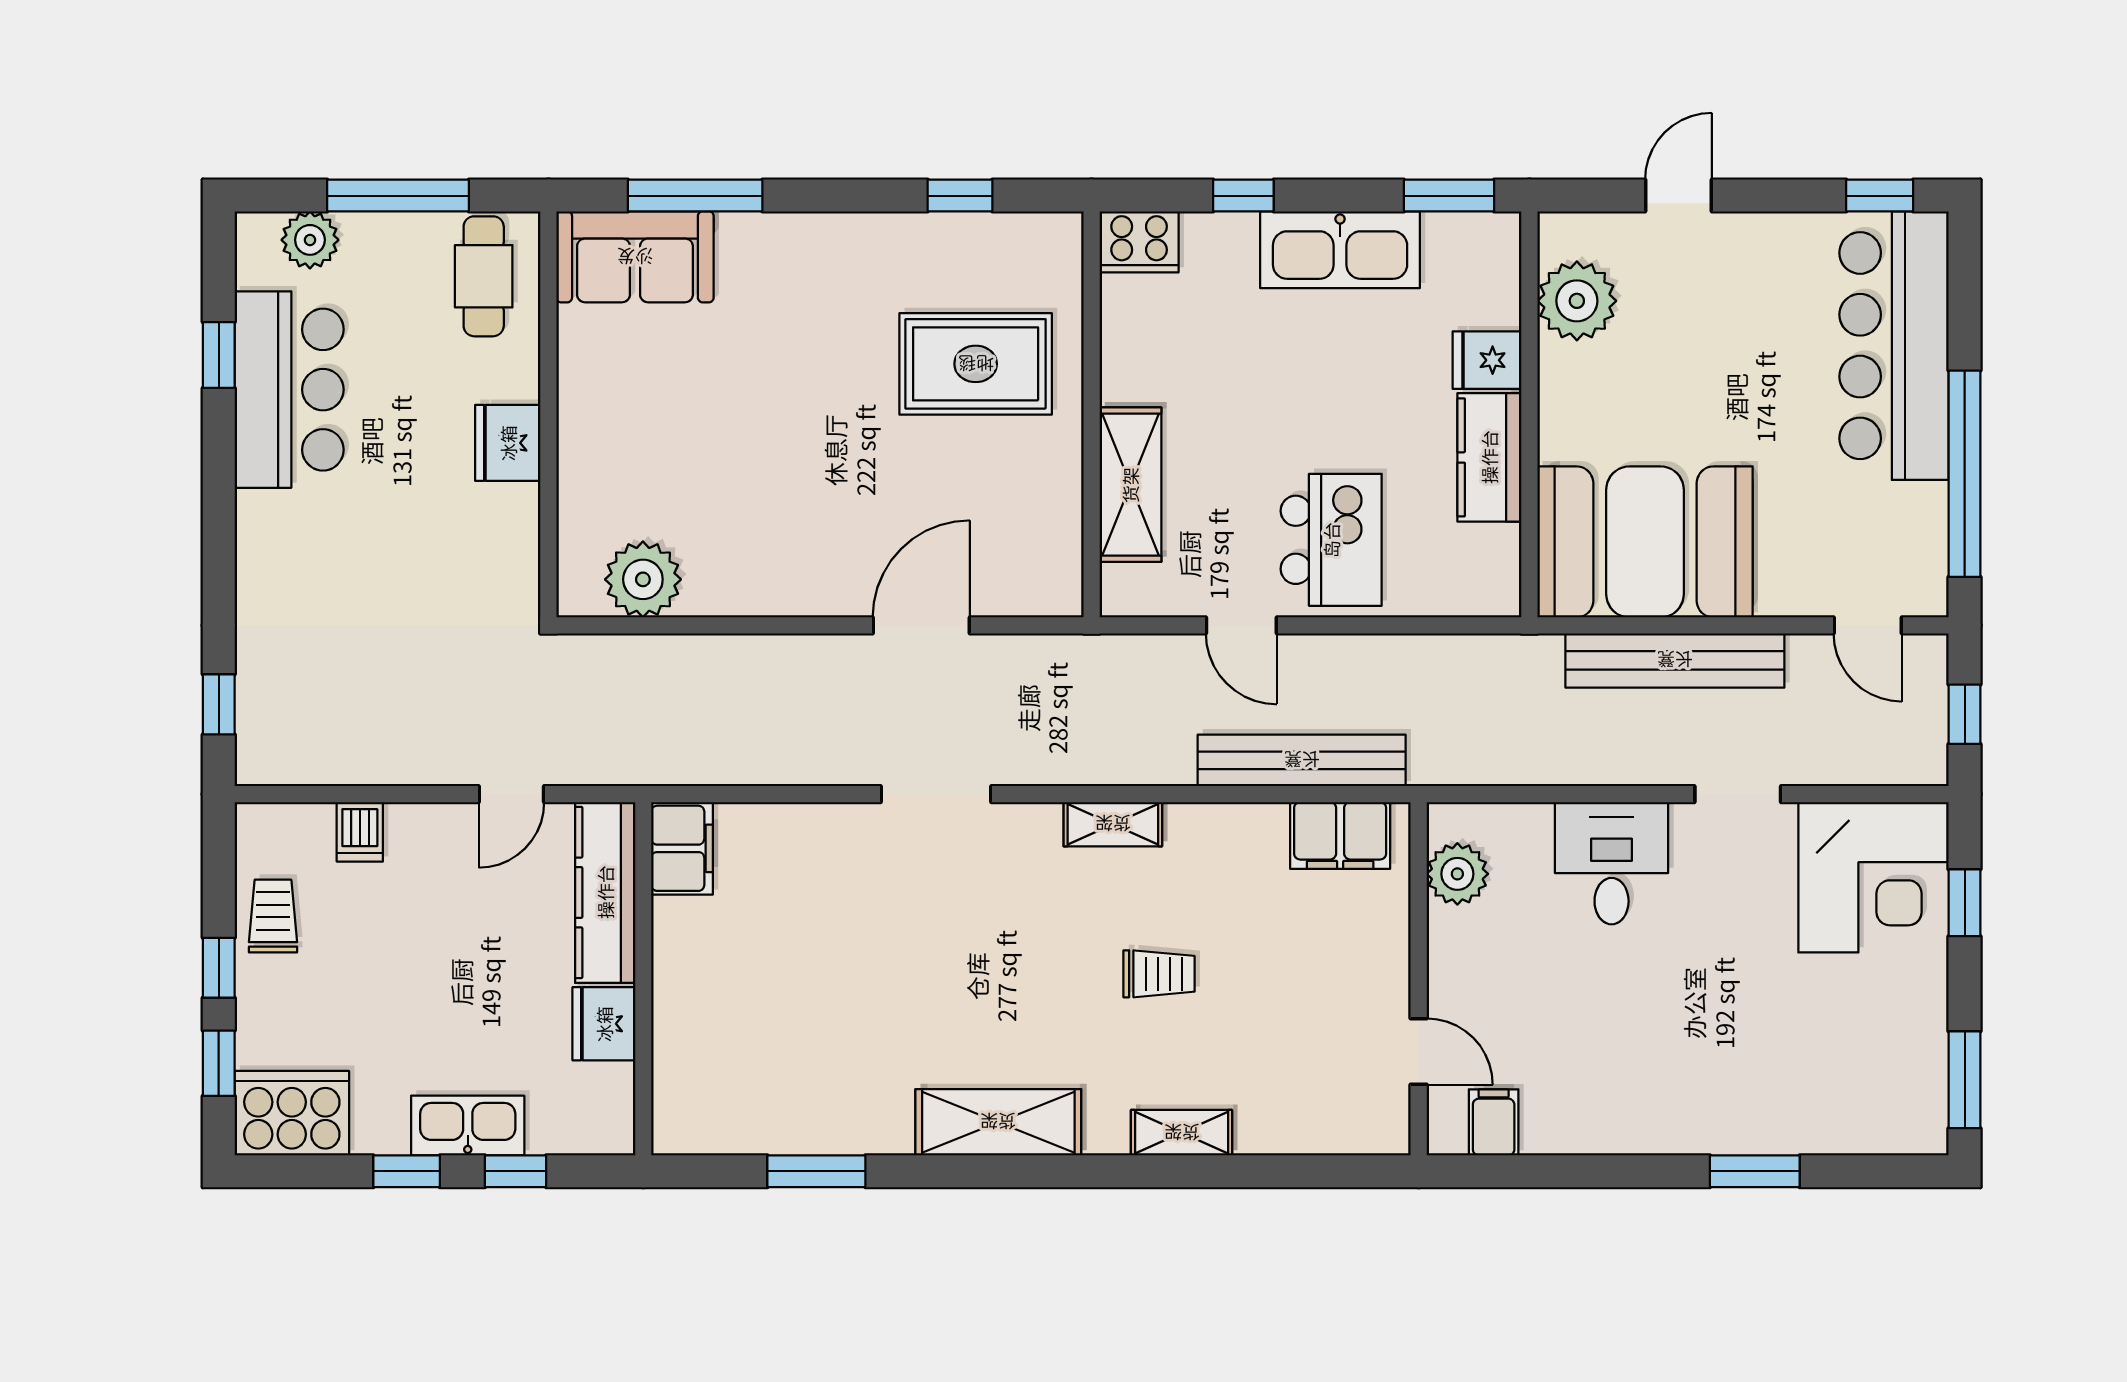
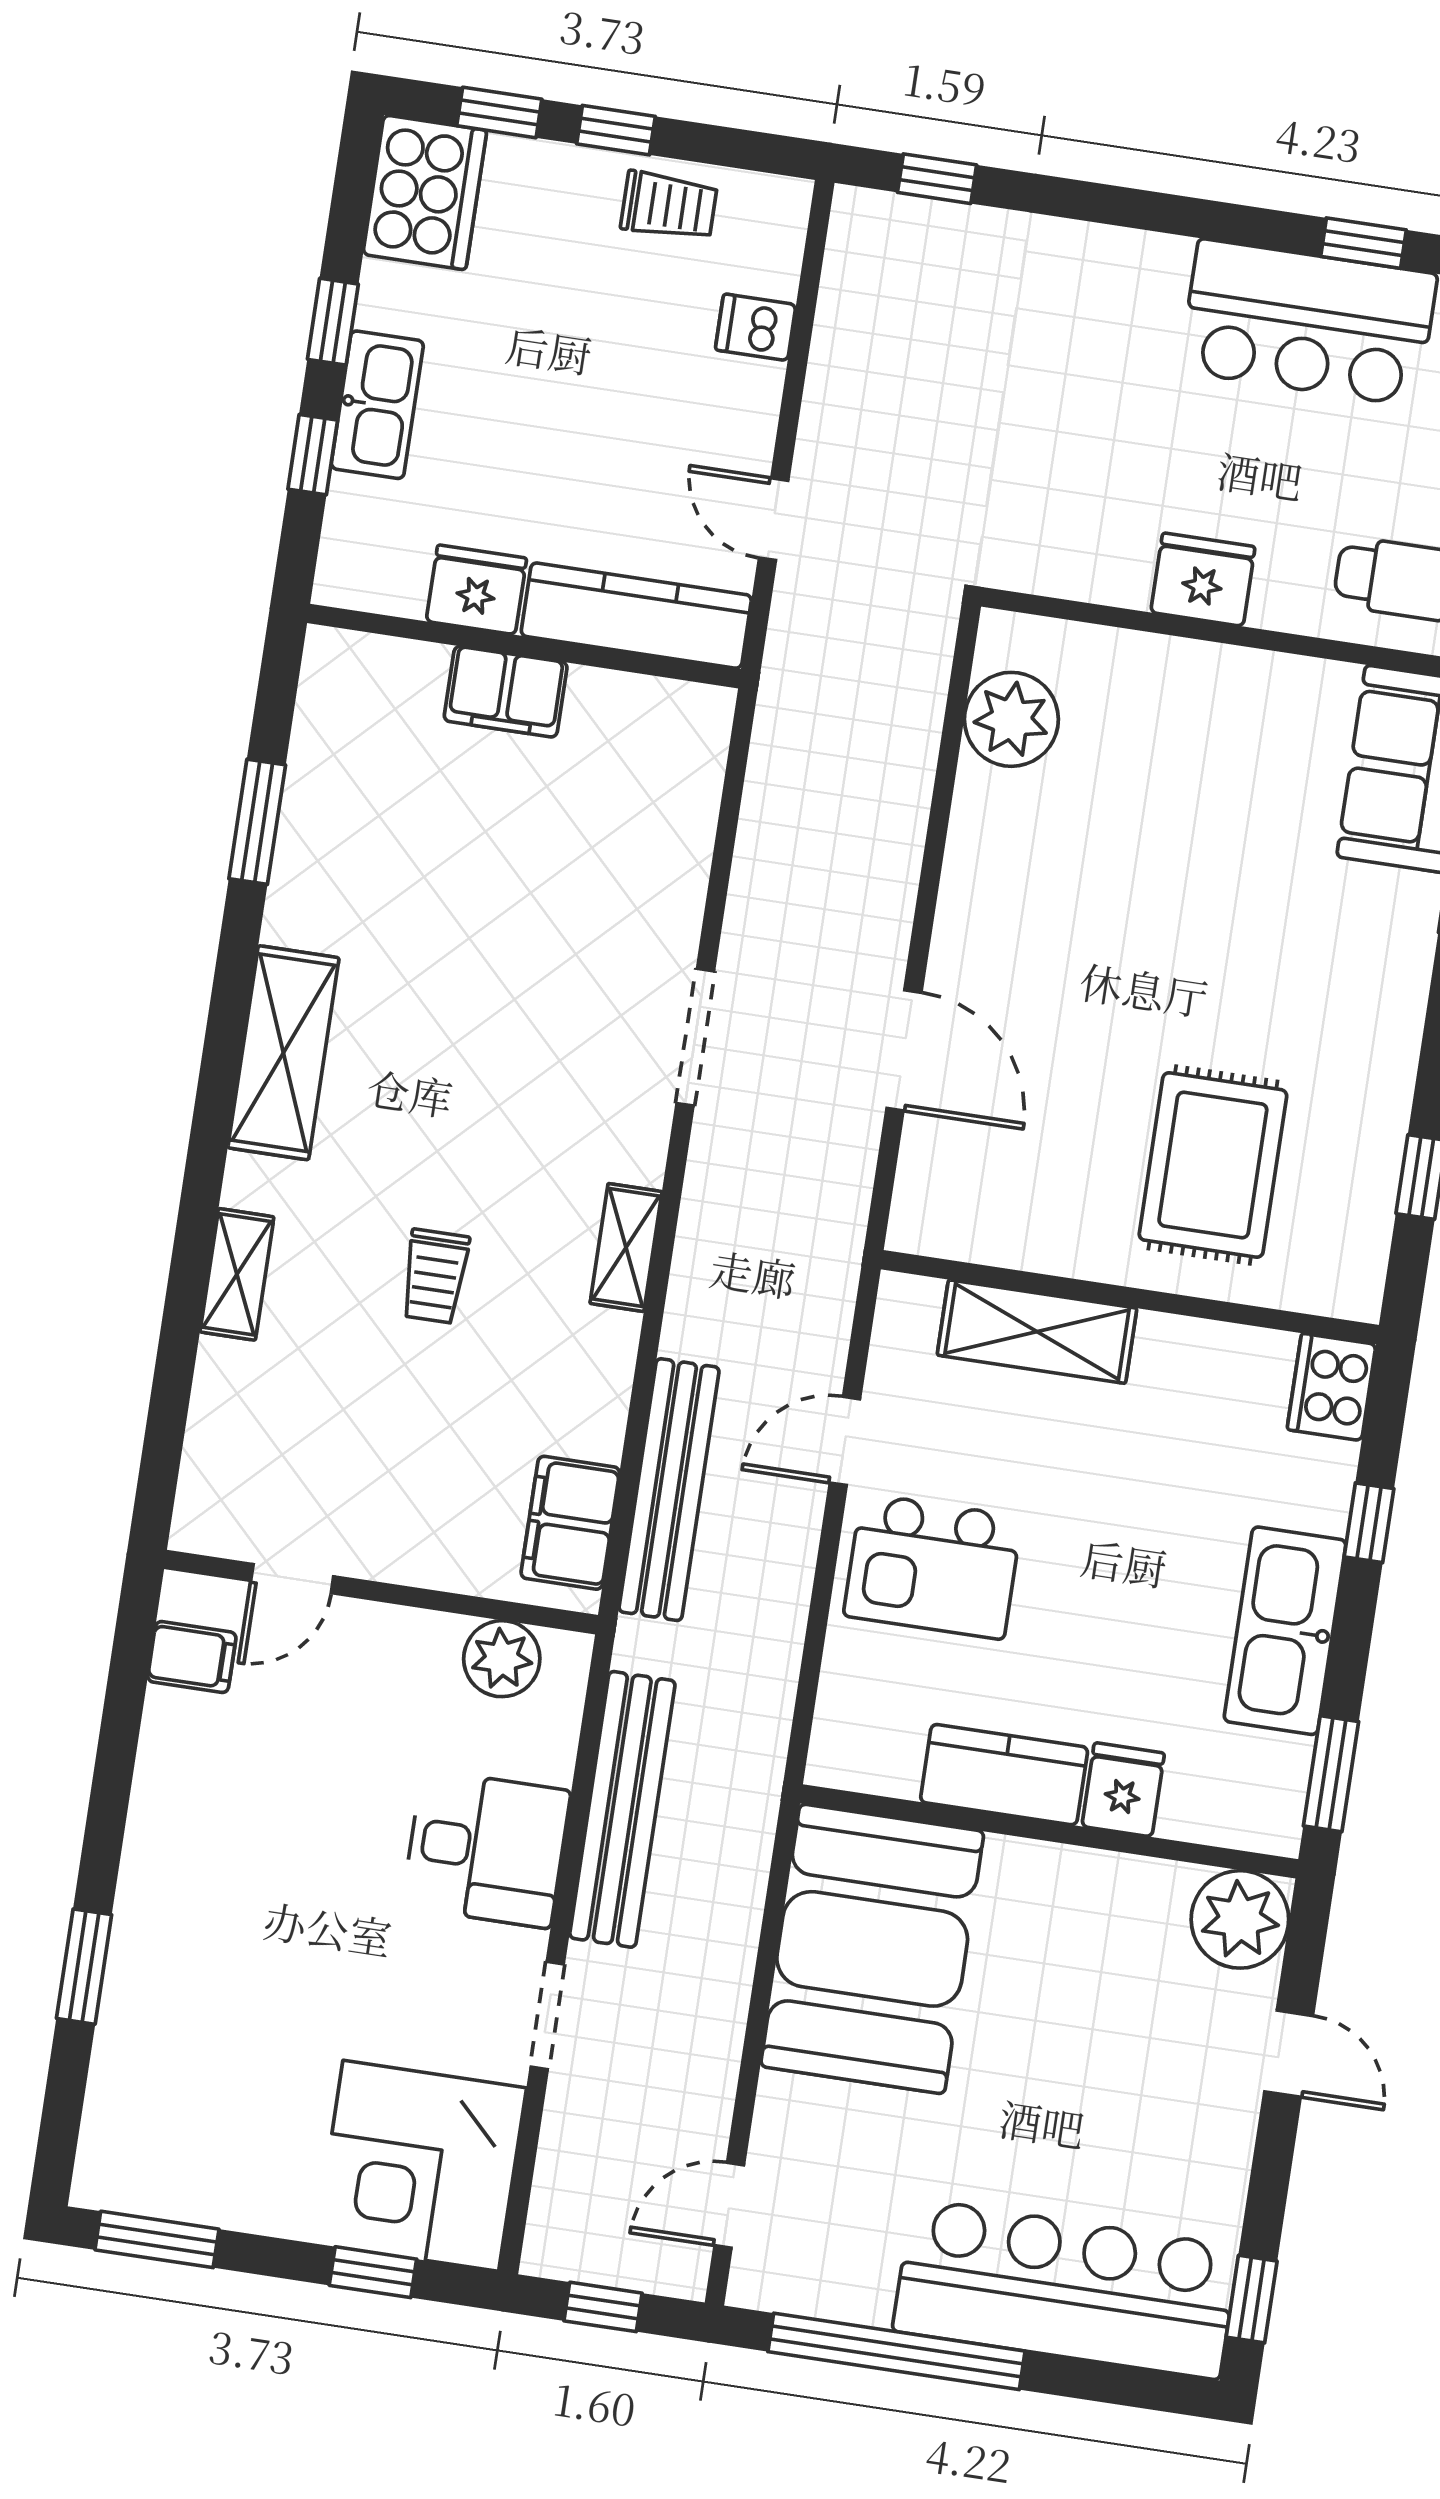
plant: (1577, 301) -> (1240, 1919), moved
bench: (1675, 660) -> (622, 1809), moved
filing cabinet: (682, 848) -> (506, 692), moved

